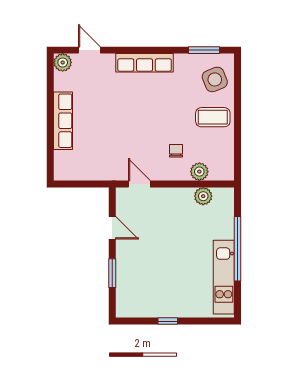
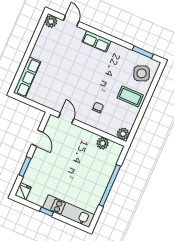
row of seats: (145, 63) -> (96, 41), width x0.68
row of seats: (63, 121) -> (27, 77), moved
plant: (199, 172) -> (123, 134), moved
kitchen unit: (224, 277) -> (69, 211), moved, turned 90
fridge: (124, 307) -> (23, 191), added

